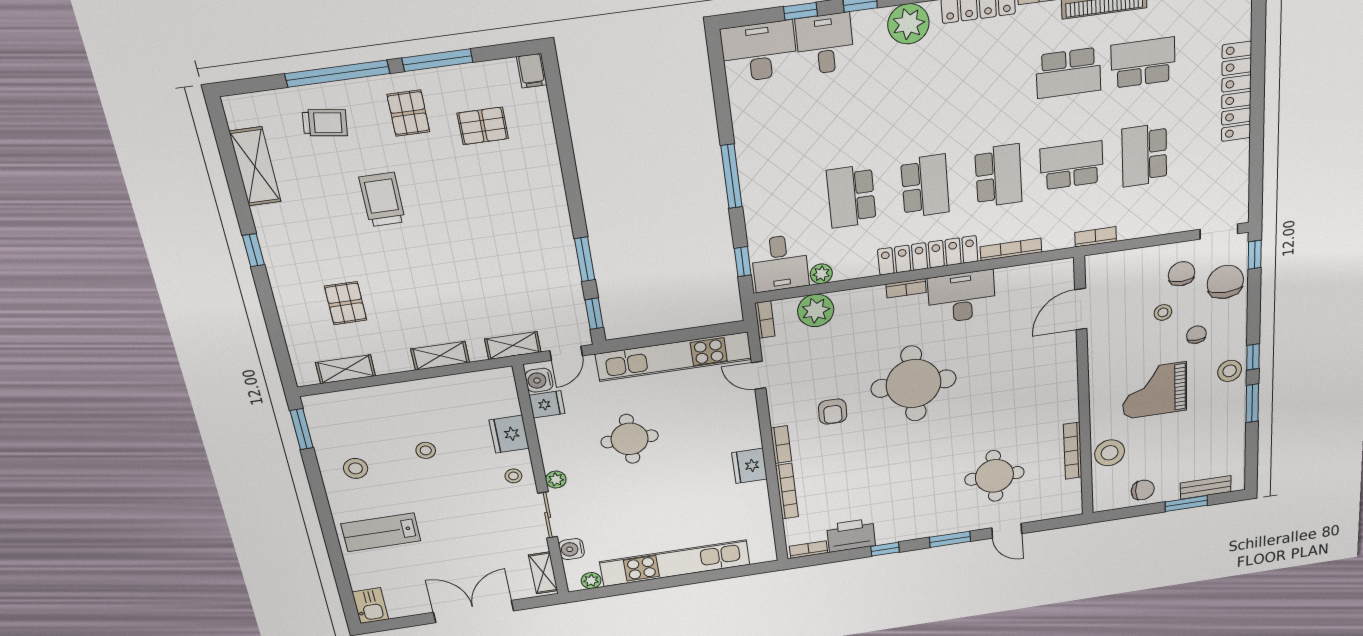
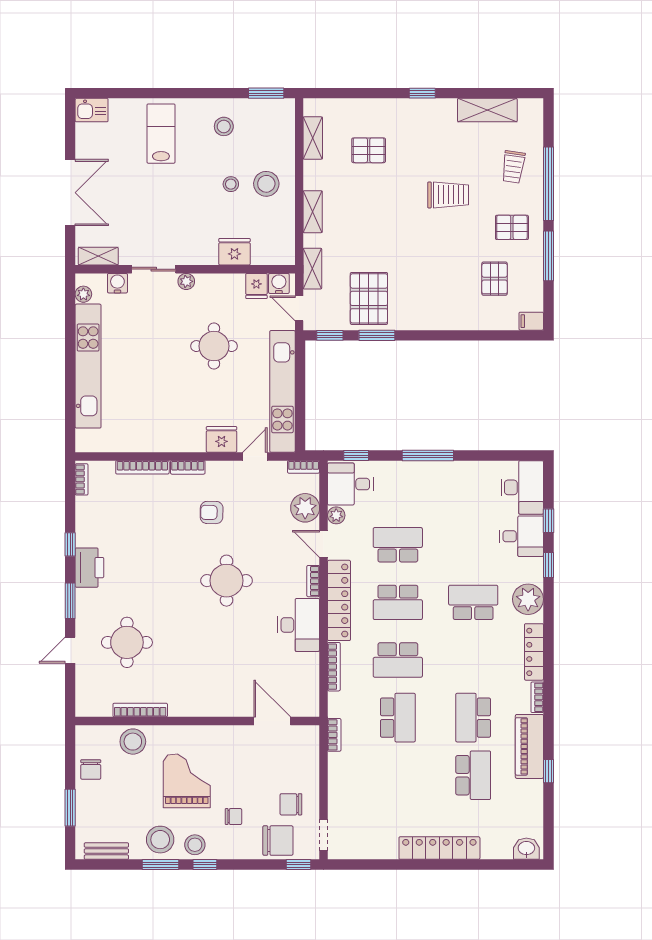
school desk: (1144, 155) -> (473, 602), moved
chair: (1182, 274) -> (291, 804), turned 180
pallet: (538, 275) -> (369, 298), added
door: (859, 283) -> (324, 544), added
stool: (1163, 312) -> (160, 840), moved, width x1.89, depth x1.89
round table: (913, 384) -> (227, 581), width x0.73, depth x0.73
fridge: (750, 466) -> (222, 439), moved
stool: (513, 476) -> (266, 184), moved, width x1.89, depth x1.89
bench: (1206, 487) -> (106, 851), moved, turned 90
printer: (851, 535) -> (89, 568), moved

